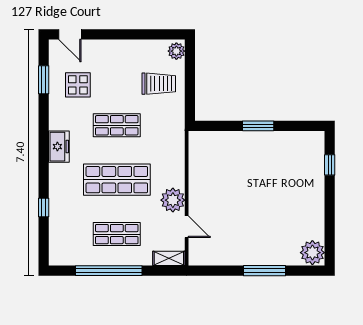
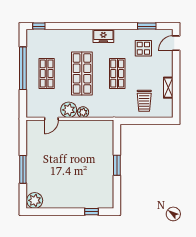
plant: (176, 51) -> (83, 112), moved
window: (44, 207) -> (39, 26), moved
shelving: (169, 258) -> (168, 88), moved

